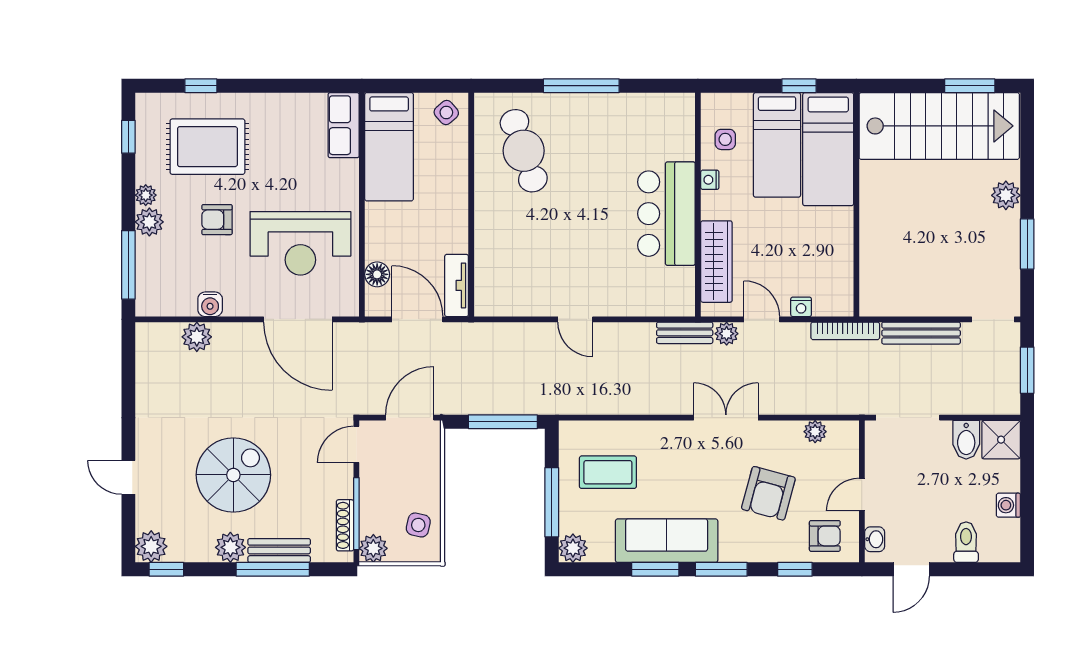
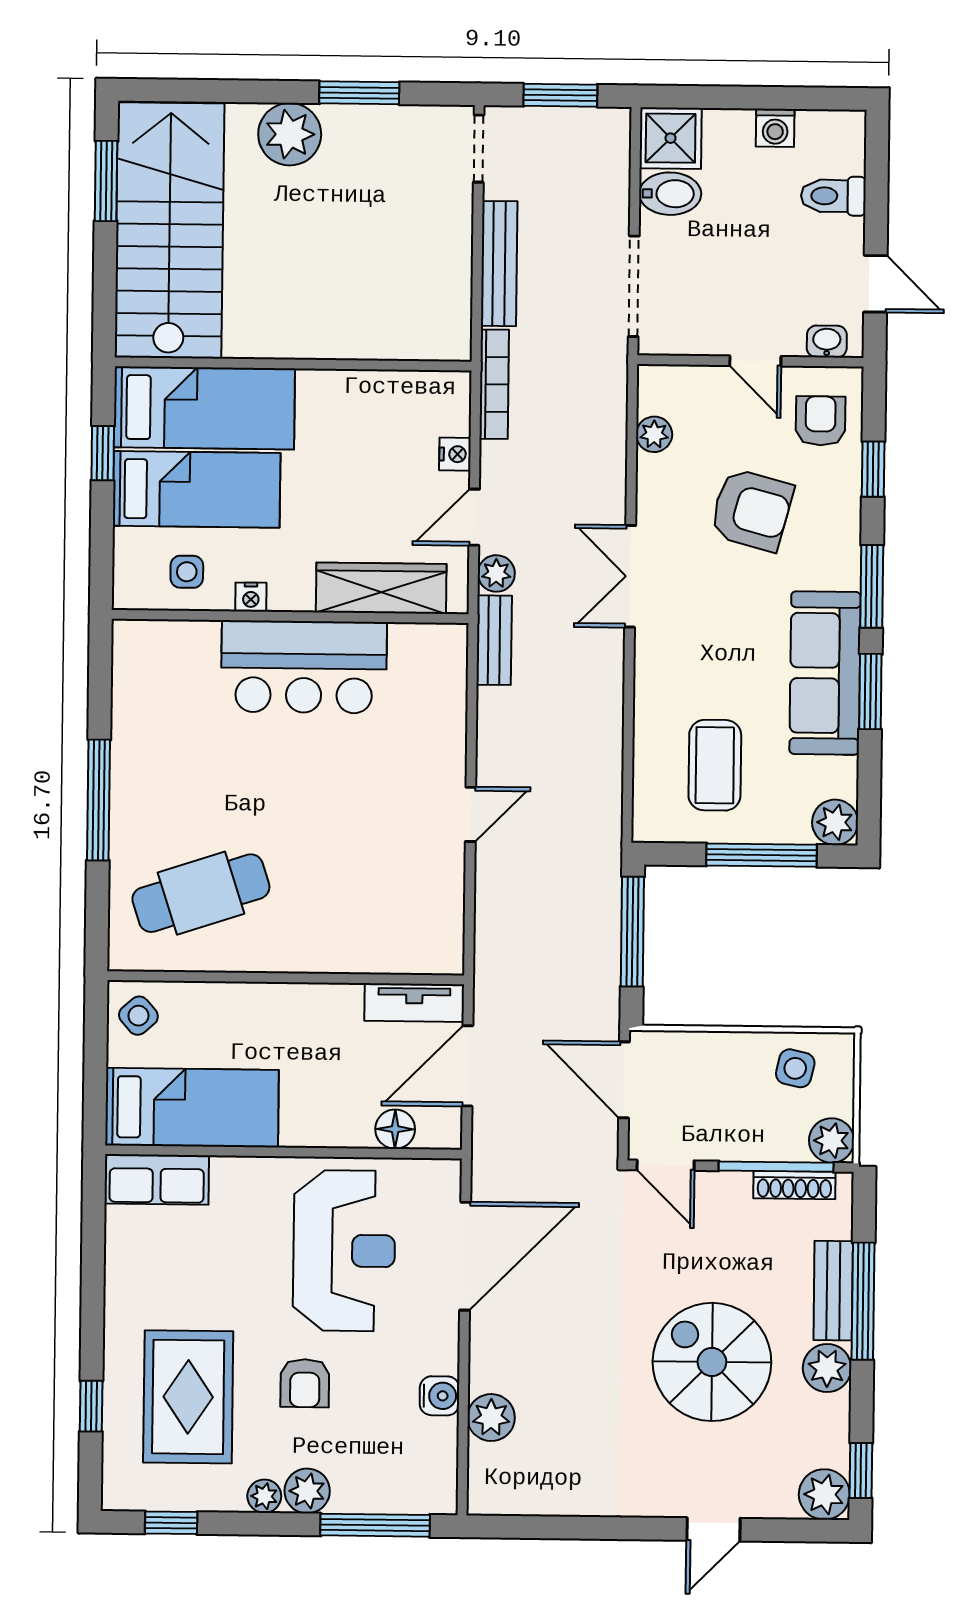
plant: (1006, 195) -> (290, 134), width x1.36, depth x1.36

